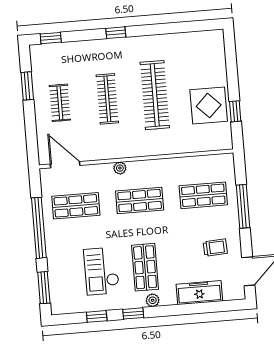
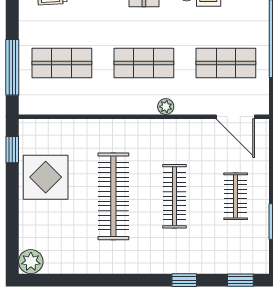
window: (116, 33) -> (184, 280), moved
plant: (215, 39) -> (31, 262), added
window: (235, 111) -> (12, 150), moved
window: (243, 206) -> (12, 67), moved

